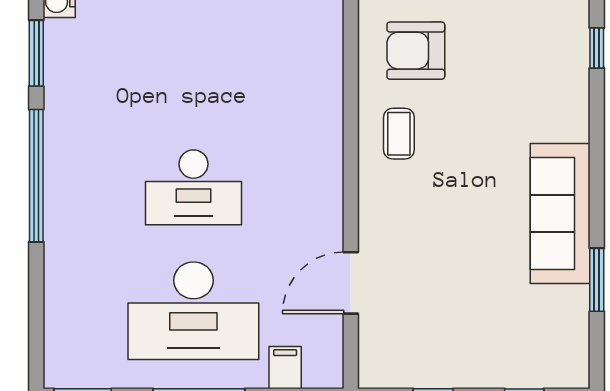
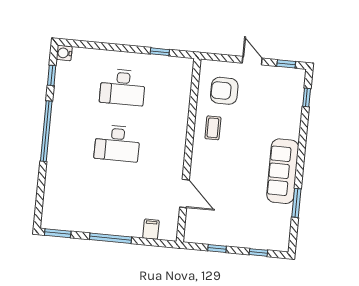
window: (36, 53) -> (52, 75), width x0.67
door: (351, 283) -> (184, 194), swing flipped
desk: (193, 311) -> (123, 87), moved, width x0.73, depth x0.77

